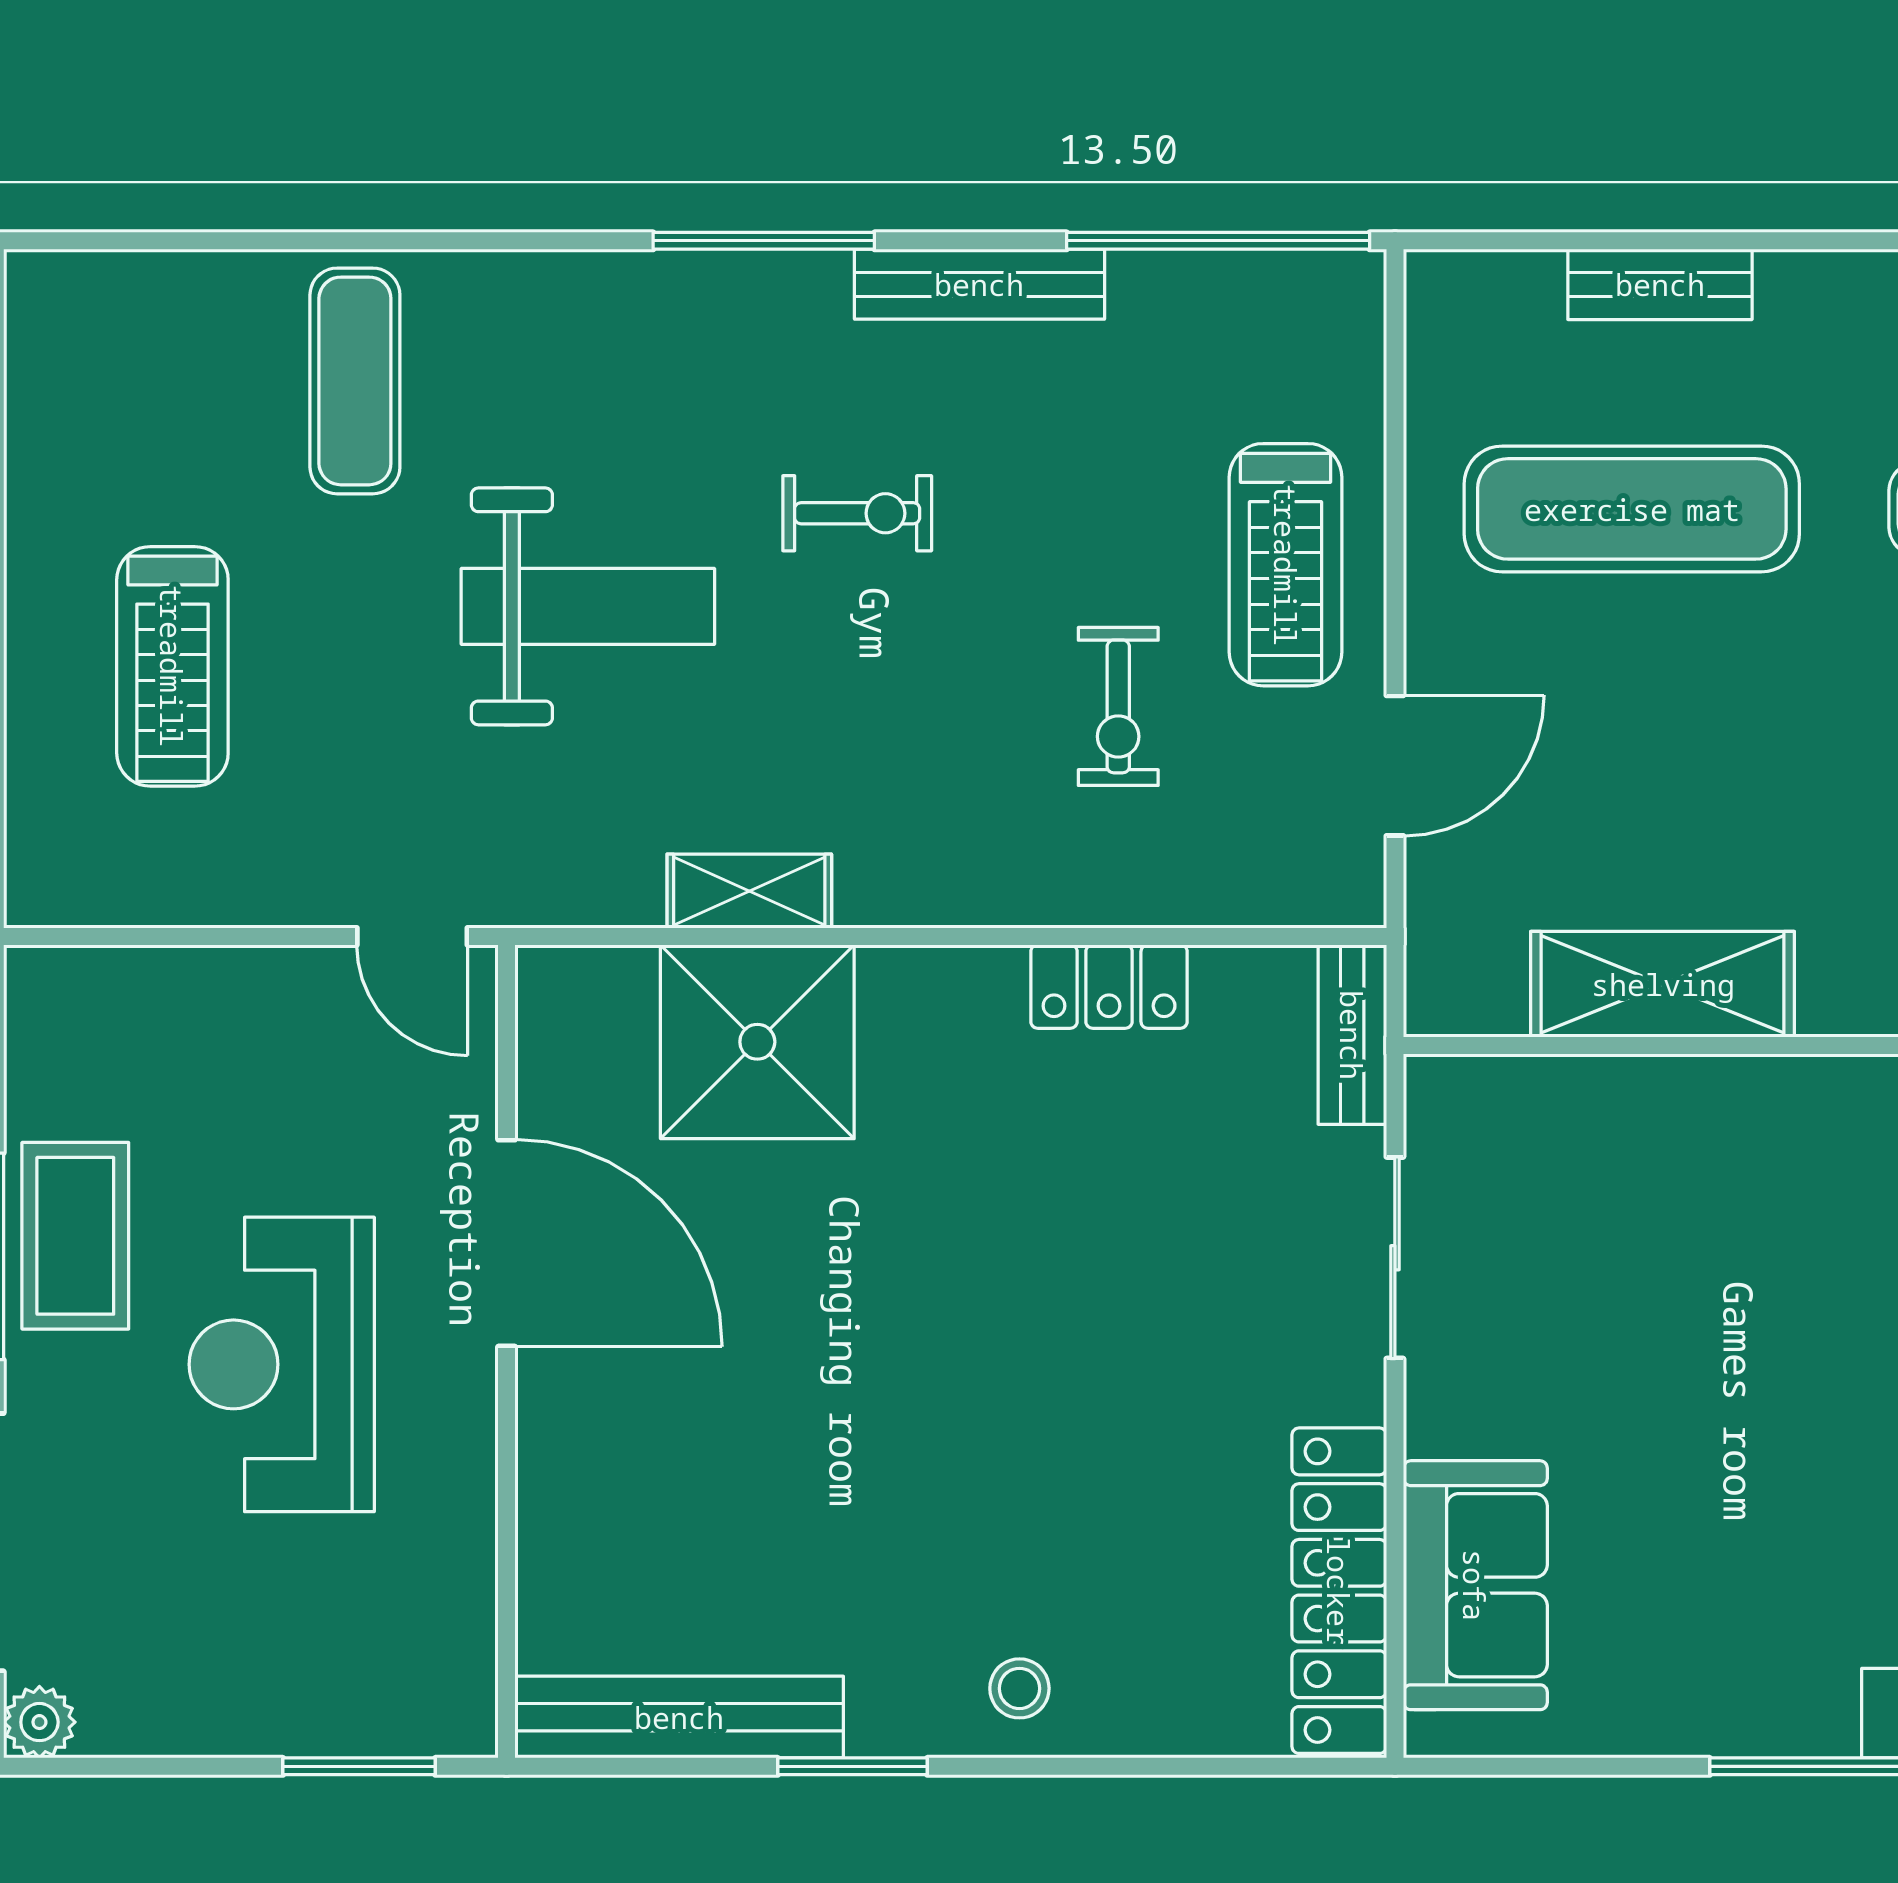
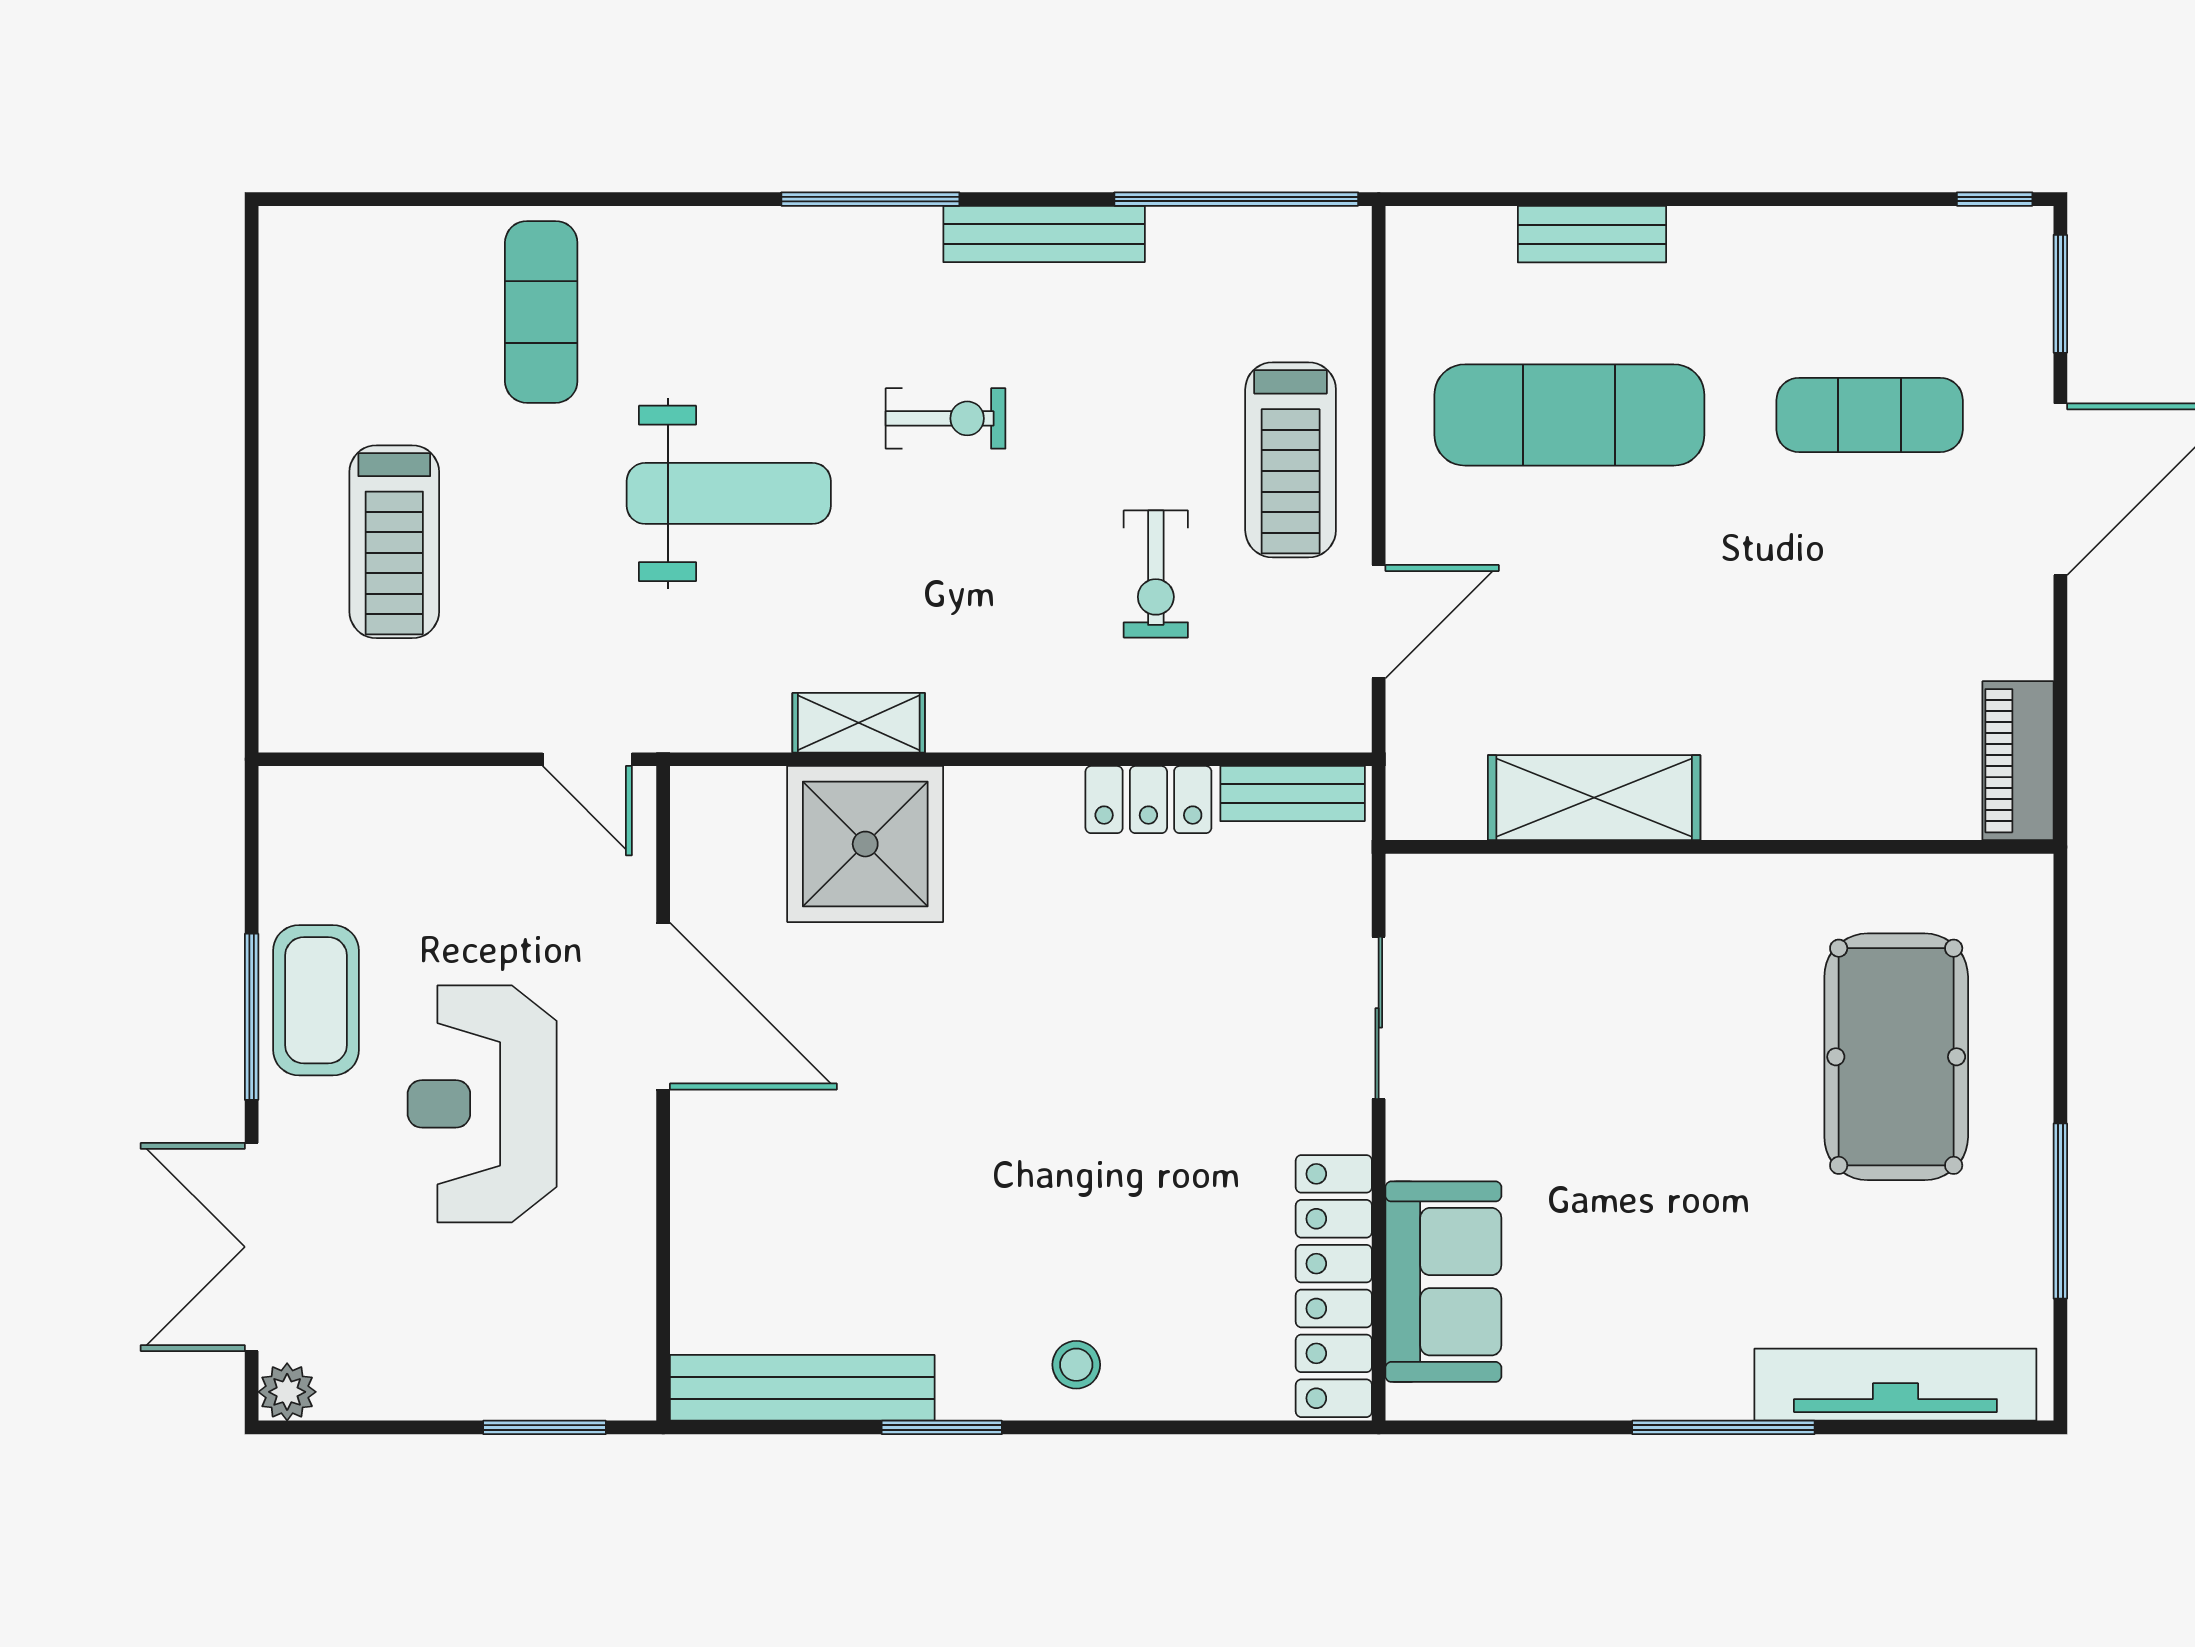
bench: (1352, 1035) -> (1293, 794), moved, turned 90

